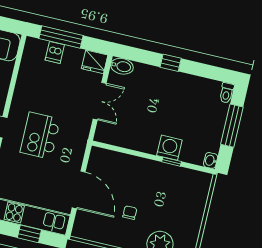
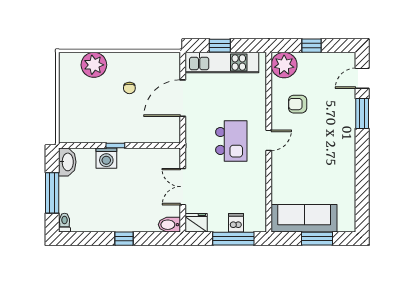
washbasin: (211, 160) -> (67, 162), width x1.91, depth x1.45
window: (172, 162) -> (115, 145), moved
door: (79, 190) -> (183, 98), hinge flipped

